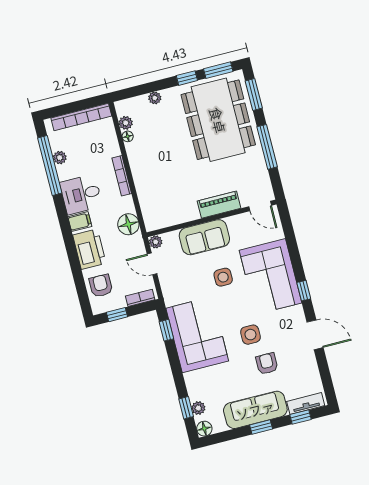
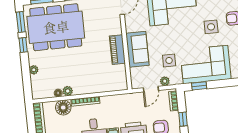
plant: (126, 123) -> (68, 91), moved
piano: (219, 205) -> (117, 50), moved
floor lamp: (128, 224) -> (63, 107), moved
plant: (156, 242) -> (165, 81), moved
side table: (223, 277) -> (169, 60), moved

